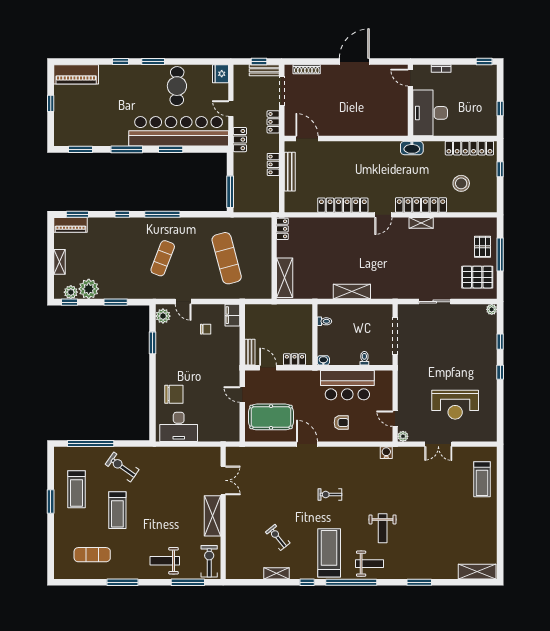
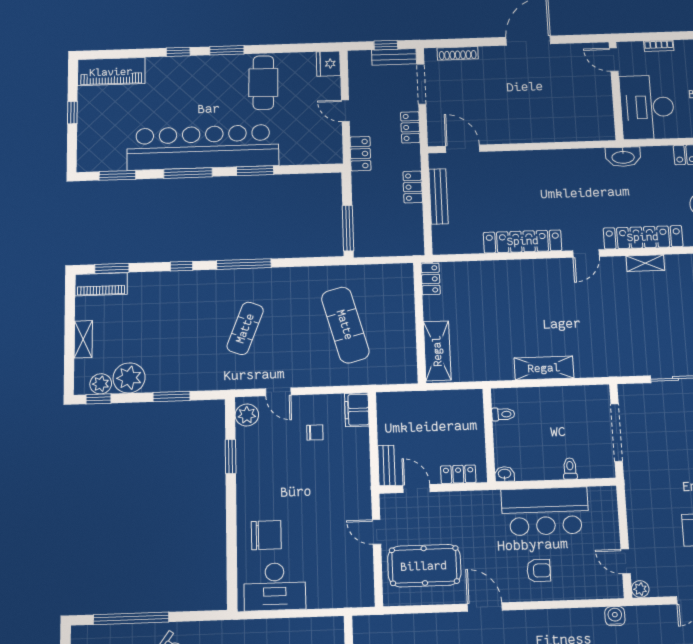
bar counter: (179, 131) -> (203, 147), moved

